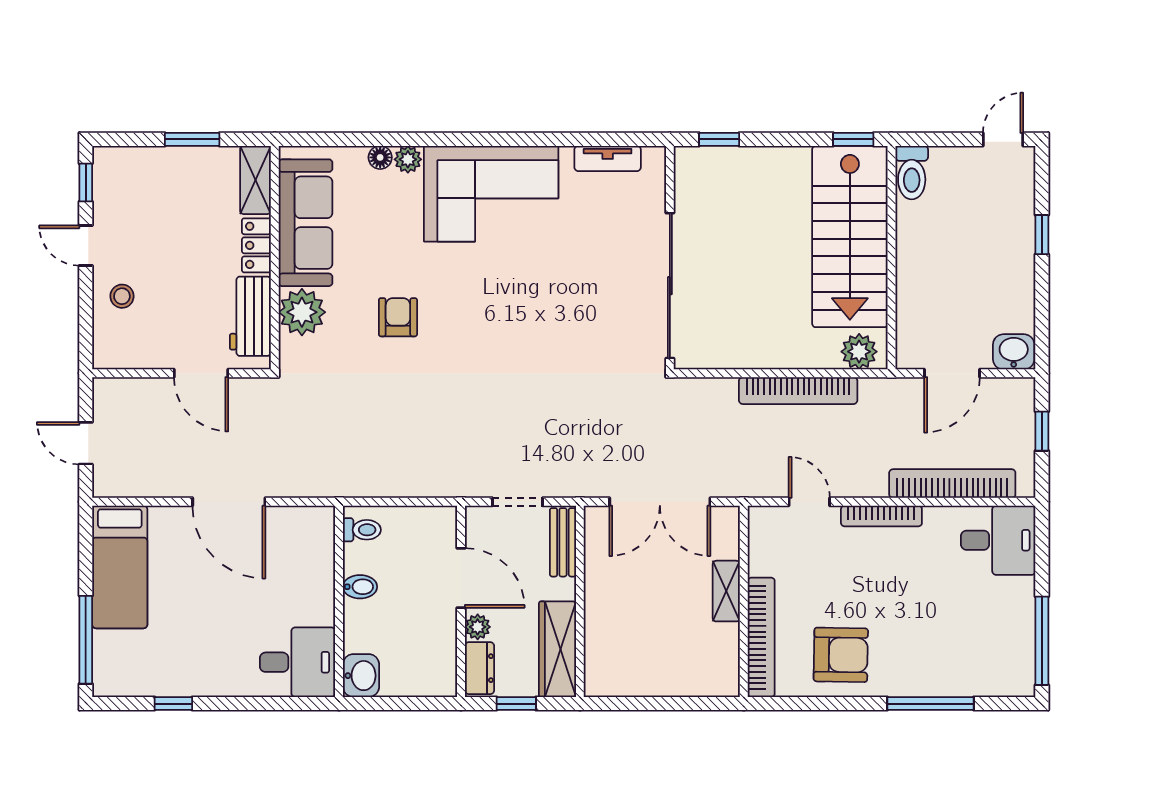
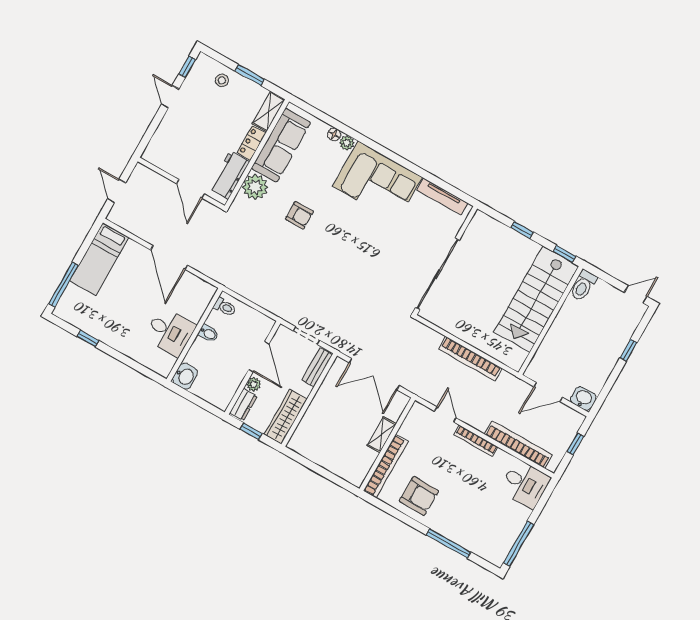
window: (719, 139) -> (522, 230), moved
tv unit: (608, 158) -> (442, 196), width x1.41
stool: (122, 296) -> (222, 80), moved
armchair: (398, 317) -> (299, 215), turned 90
plant: (859, 352) -> (510, 356), removed
desk: (297, 662) -> (170, 332), moved

